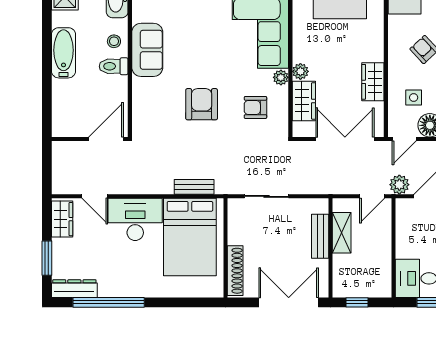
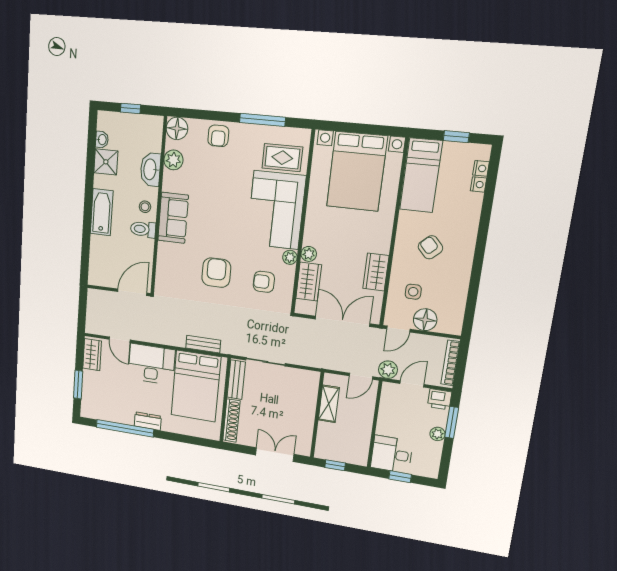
bench: (320, 236) -> (236, 380), moved
dresser: (74, 289) -> (148, 421), moved, width x0.70
double door: (289, 302) -> (275, 455), width x0.73

